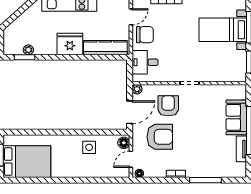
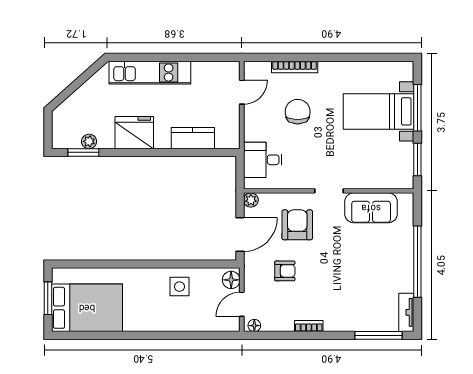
chair: (145, 35) -> (298, 112), moved, turned -90
fridge: (70, 44) -> (134, 133), moved
kitchen counter: (105, 48) -> (193, 138), width x0.67
sofa: (236, 117) -> (371, 208), moved, turned -90
armchair: (160, 137) -> (285, 271), width x0.53, depth x0.53
tv unit: (241, 149) -> (406, 312), moved
window: (205, 180) -> (378, 335), moved

